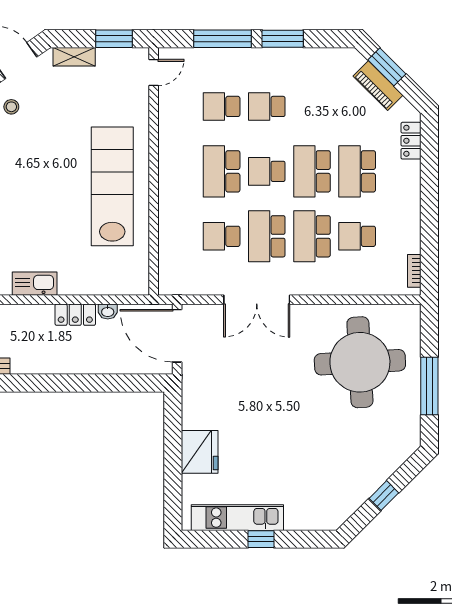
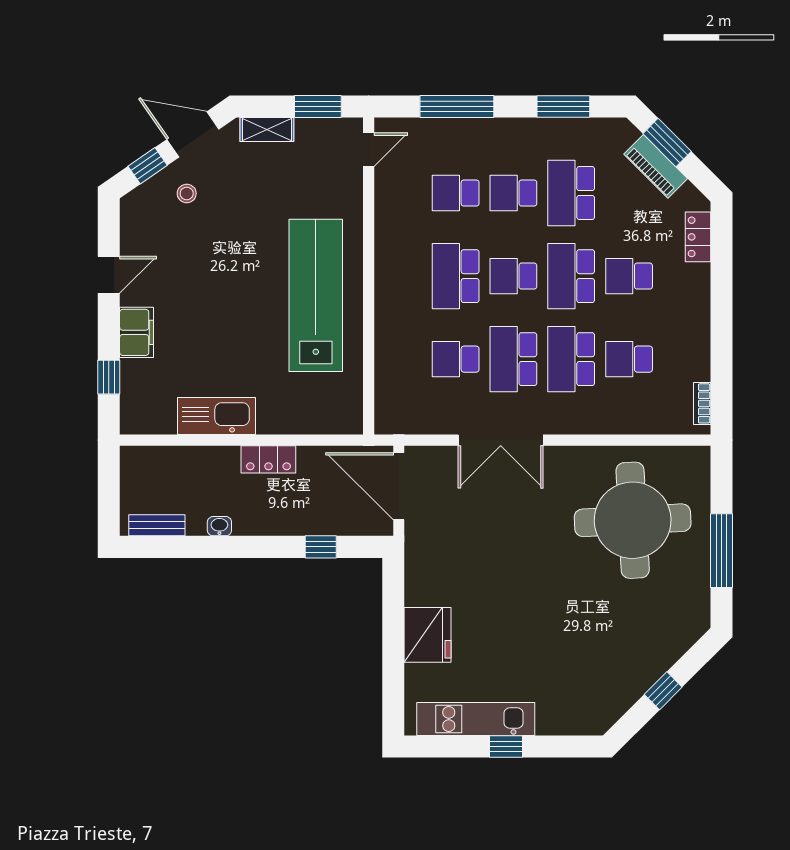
window: (283, 39) -> (563, 106), moved
school desk: (312, 106) -> (571, 193), added
school desk: (357, 171) -> (629, 276), width x0.54
kitchen sink: (35, 284) -> (216, 416), width x1.36, depth x1.24
washbasin: (108, 312) -> (219, 526), moved, turned 180
window: (116, 383) -> (321, 547), added

